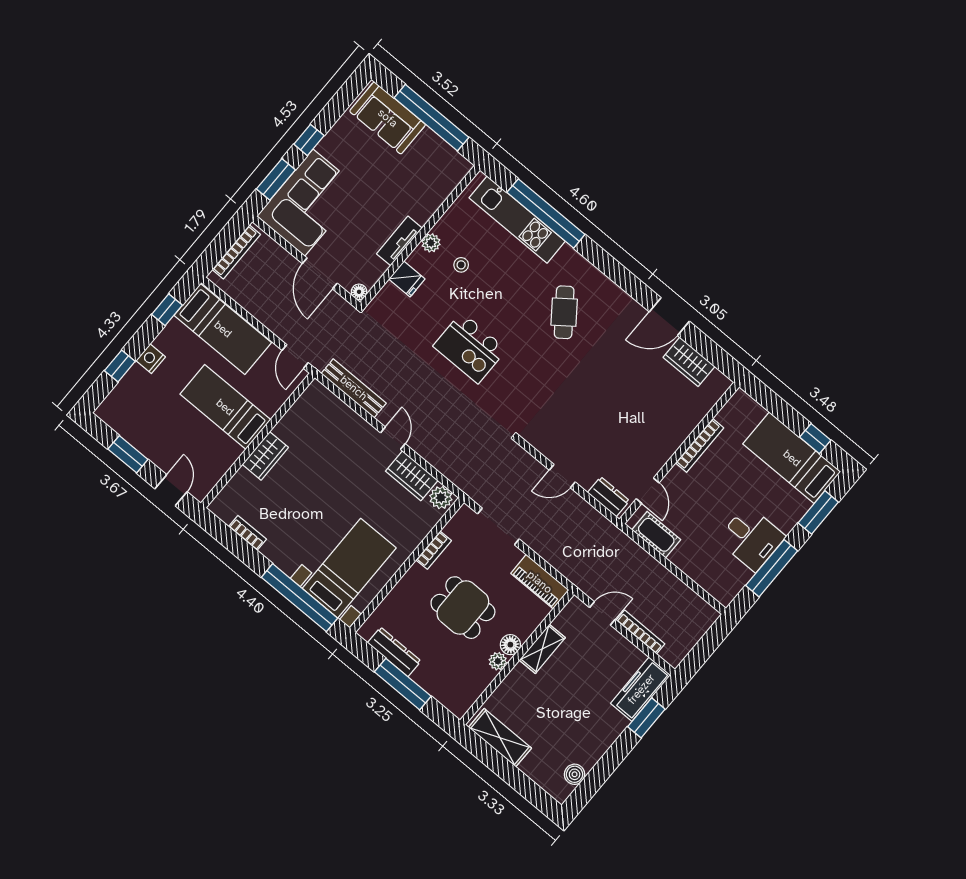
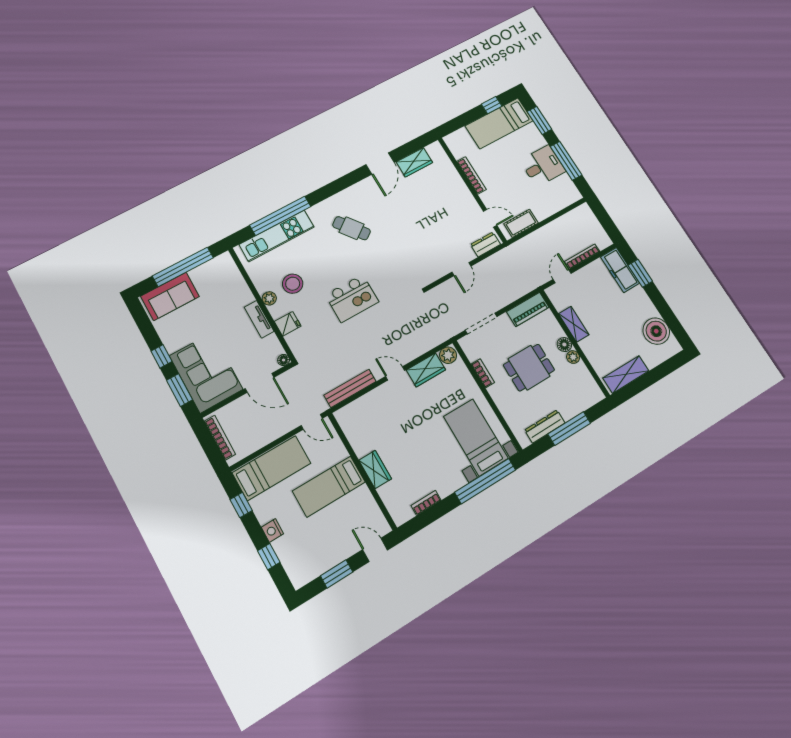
stool: (461, 265) -> (293, 284), width x1.89, depth x1.89
boiler: (575, 774) -> (656, 331), width x1.86, depth x1.86

